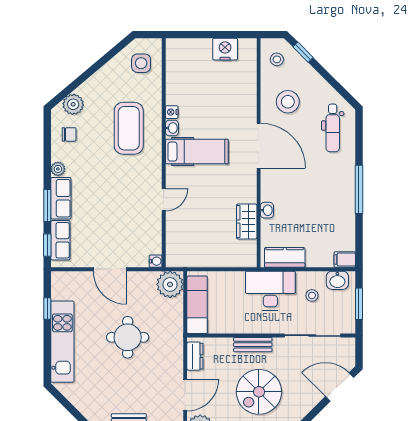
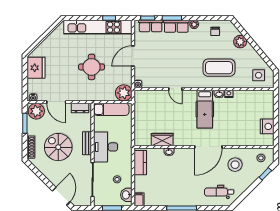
plant: (73, 104) -> (240, 42), moved
desk: (270, 291) -> (106, 147), moved, turned 180
kitchen unit: (62, 342) -> (98, 27), width x1.36

